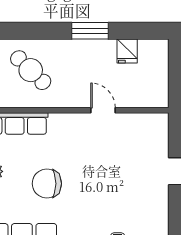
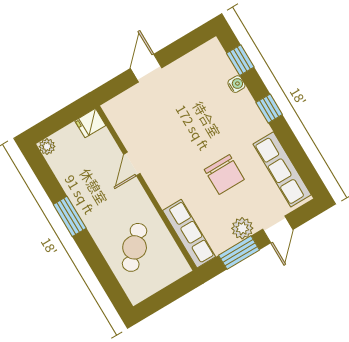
plant: (161, 47) -> (47, 147), added
fridge: (127, 51) -> (90, 123), moved, turned 180

